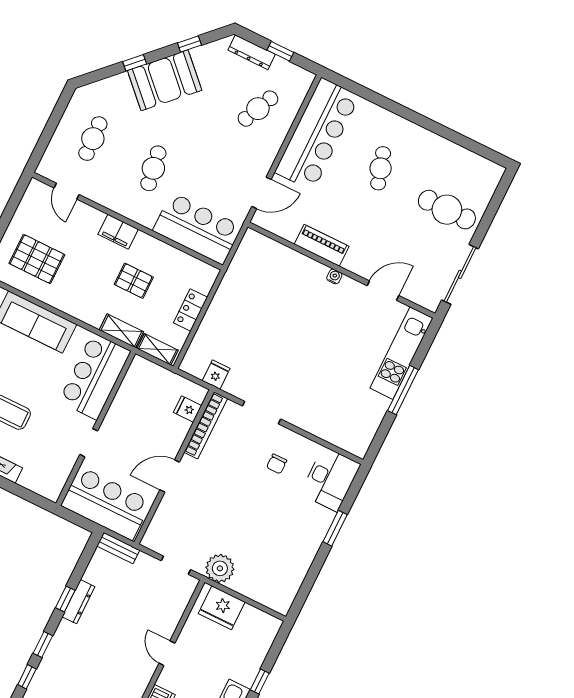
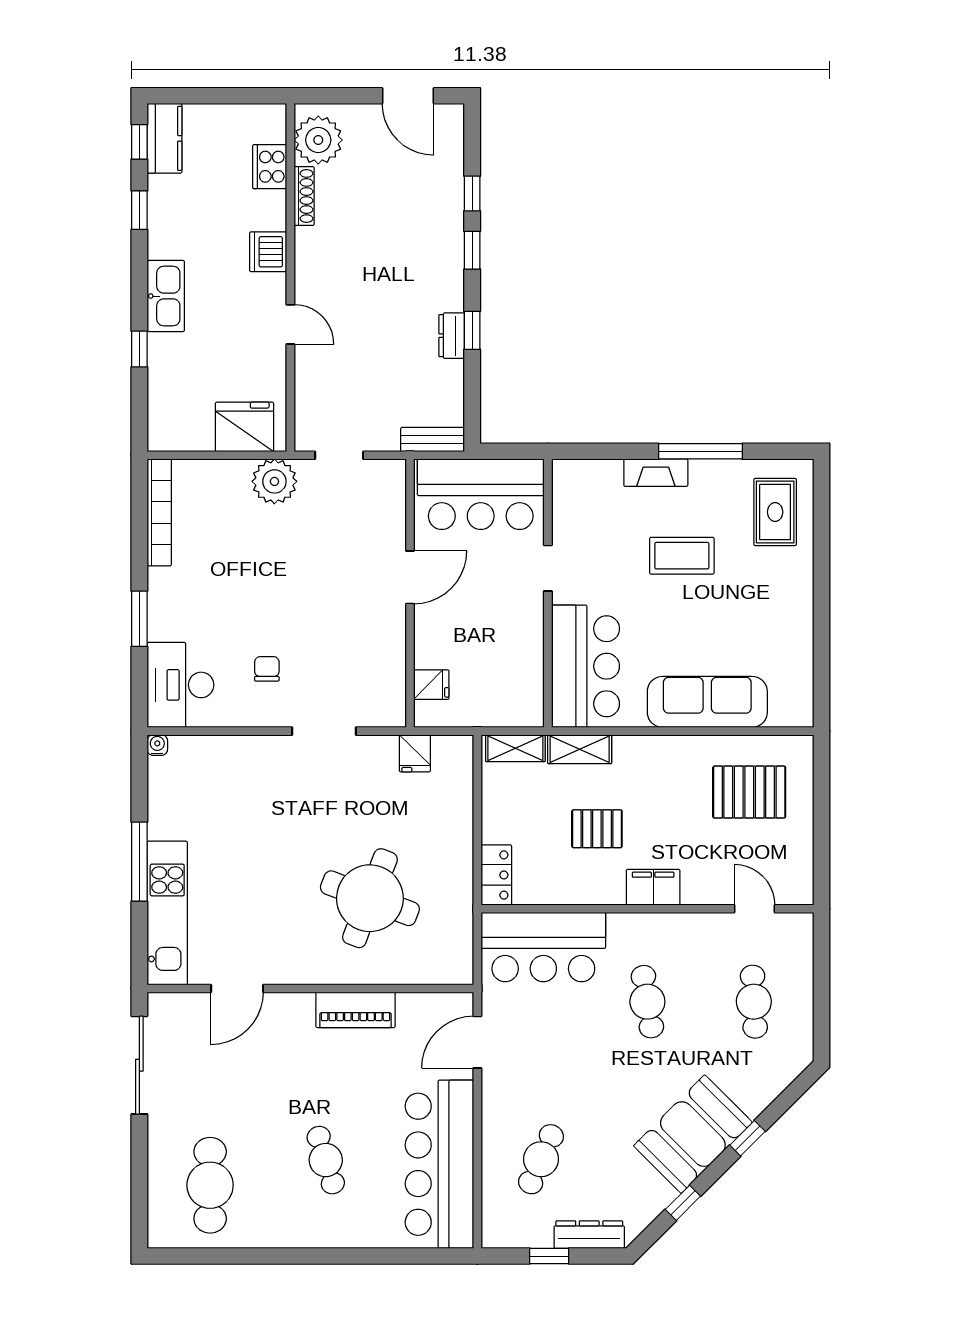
cafe table: (447, 210) -> (210, 1185), moved, turned 90
water cooler: (334, 277) -> (157, 745), moved, turned 180
round table: (282, 305) -> (370, 898), added
locker: (190, 310) -> (496, 875), moved
bookcase: (206, 425) -> (159, 512), moved, turned 180
dresser: (78, 602) -> (452, 336), width x0.70

